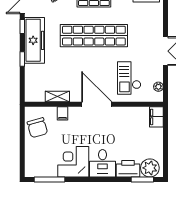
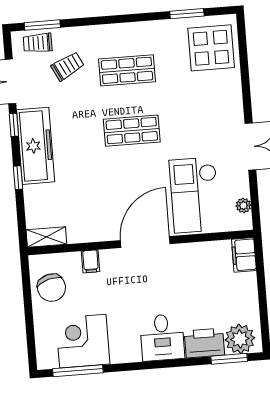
shop shelf: (94, 36) -> (132, 131), width x0.50, depth x0.74
checkout: (129, 78) -> (195, 195), width x1.36, depth x1.21
shelving: (57, 96) -> (46, 237), moved
door: (97, 104) -> (145, 242), hinge flipped
corner desk: (73, 162) -> (83, 341), moved

